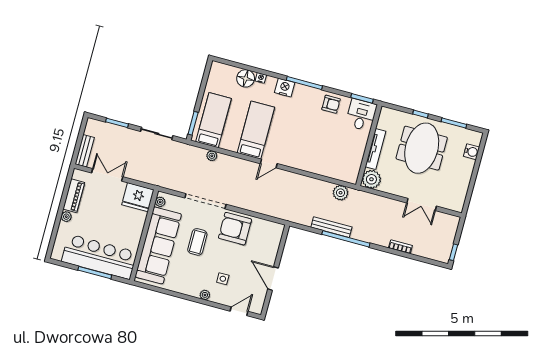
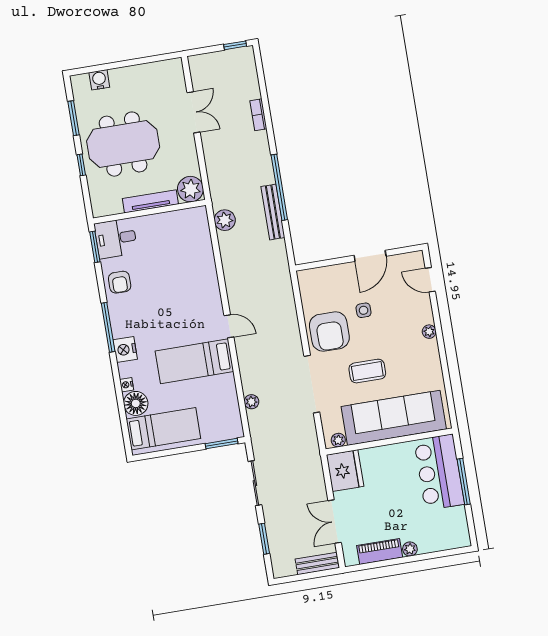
armchair: (331, 104) -> (120, 282), turned 180
bed: (214, 120) -> (163, 429), moved, turned 180
bar counter: (99, 257) -> (439, 472), width x0.73
side table: (223, 279) -> (364, 310), moved

